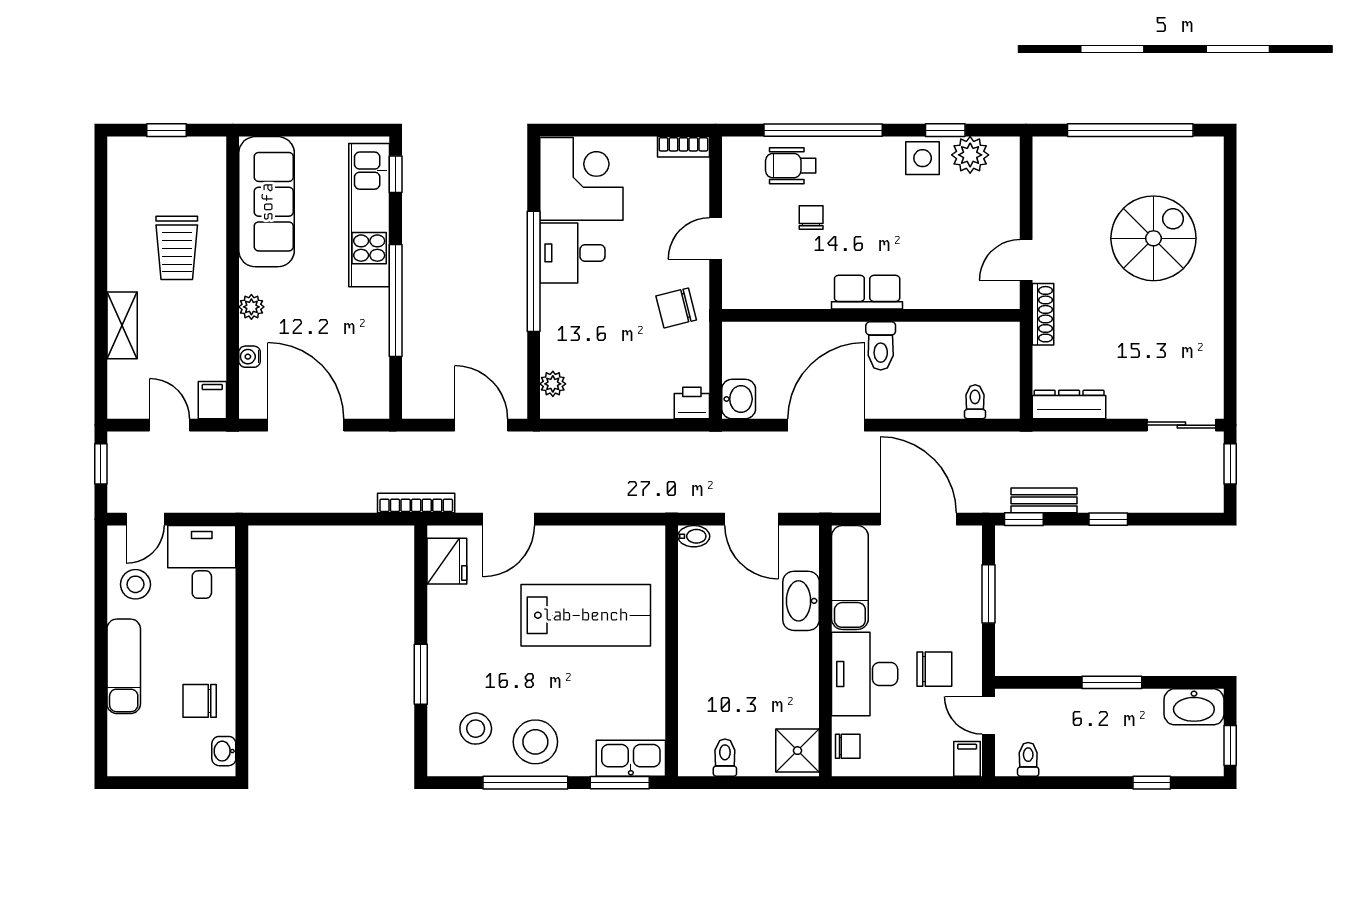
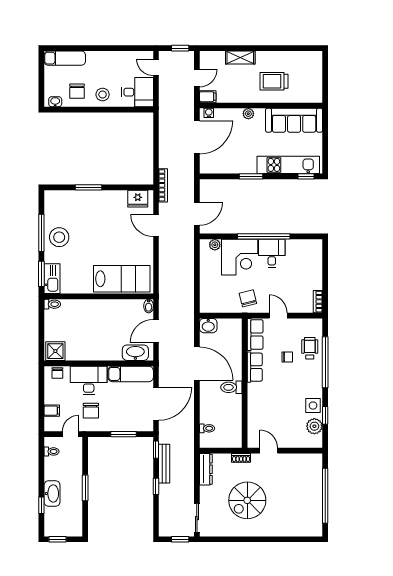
window: (167, 130) -> (325, 77), removed
corner desk: (581, 179) -> (240, 257), moved
spiral stairs: (1153, 238) -> (247, 500), moved, turned 90
row of seats: (759, 291) -> (255, 334), added
row of seats: (867, 292) -> (255, 367), moved
window: (396, 301) -> (251, 176), width x0.47
shoe rack: (1043, 314) -> (241, 458), width x0.70
water cooler: (250, 357) -> (209, 113), moved
printer: (692, 403) -> (207, 305), removed
bench: (1044, 500) -> (164, 464), width x1.36
stool: (135, 584) -> (103, 95), moved
washbasin: (801, 601) -> (135, 353), moved
lab bench: (586, 615) -> (122, 279), moved, turned -90
exam couch: (124, 666) -> (65, 58), moved
chair: (200, 701) -> (77, 91), turned 180
washbasin: (1194, 707) -> (52, 494), moved, turned 180
stool: (476, 729) -> (65, 211), removed
toilet: (725, 758) -> (52, 304), moved
filing cabinet: (967, 759) -> (52, 411), moved

